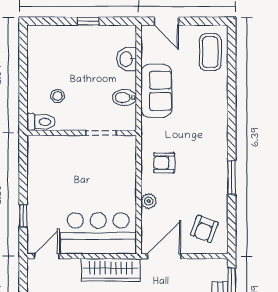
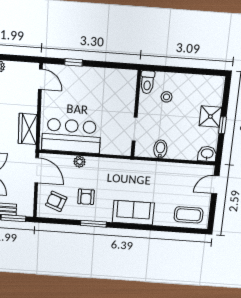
shower: (78, 38) -> (210, 116), added
washbasin: (127, 59) -> (207, 154), moved
sofa: (156, 91) -> (133, 213), moved, turned 180
armchair: (164, 163) -> (86, 197), moved, turned 180
bar counter: (98, 233) -> (71, 136), moved, turned -90
wardrobe: (111, 270) -> (28, 129), width x0.67

